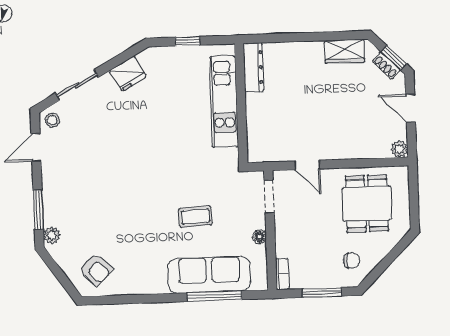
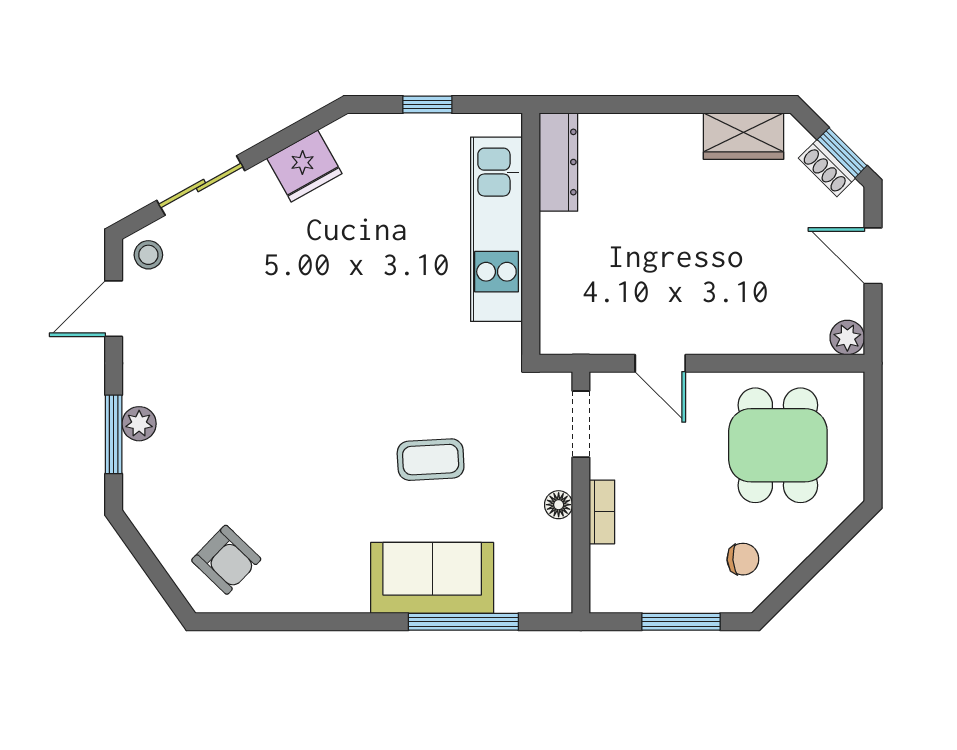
plant: (52, 235) -> (139, 424), moved
bookcase: (282, 274) -> (602, 512), moved
sofa: (209, 275) -> (432, 578), width x0.73

